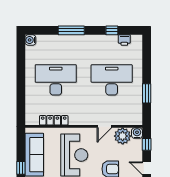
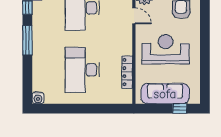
window: (71, 30) -> (27, 40), moved

